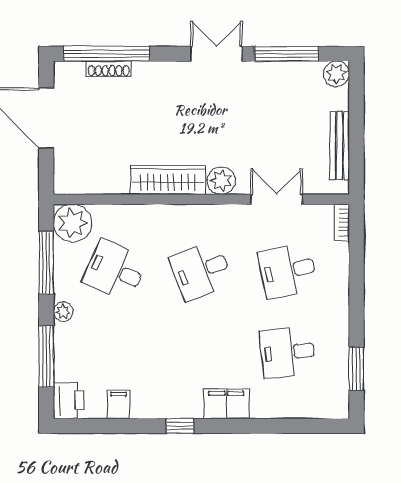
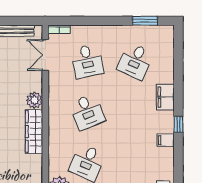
double door: (276, 199) -> (45, 55), moved
desk: (288, 352) -> (135, 61), turned 30
filing cabinet: (119, 404) -> (166, 140), moved

